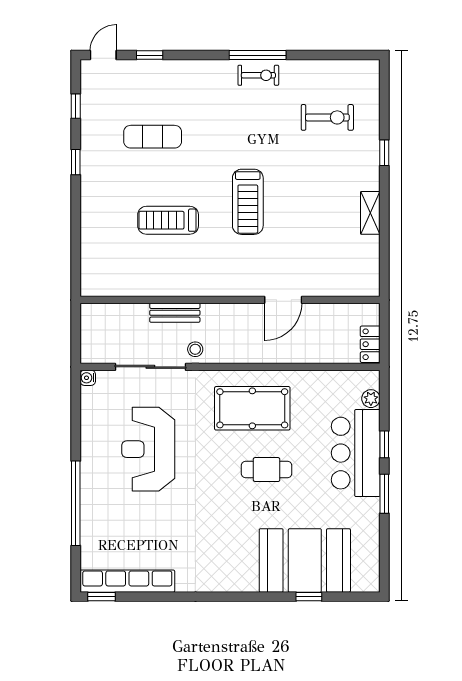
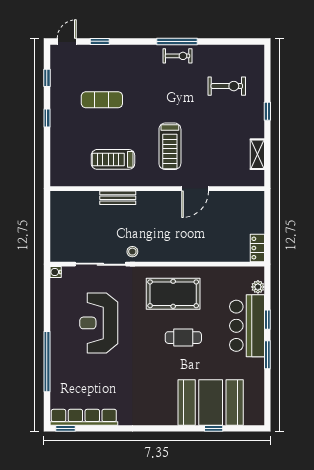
wall: (230, 300) -> (157, 189), moved
door: (283, 300) -> (195, 189), moved
bench: (175, 313) -> (118, 198), moved

